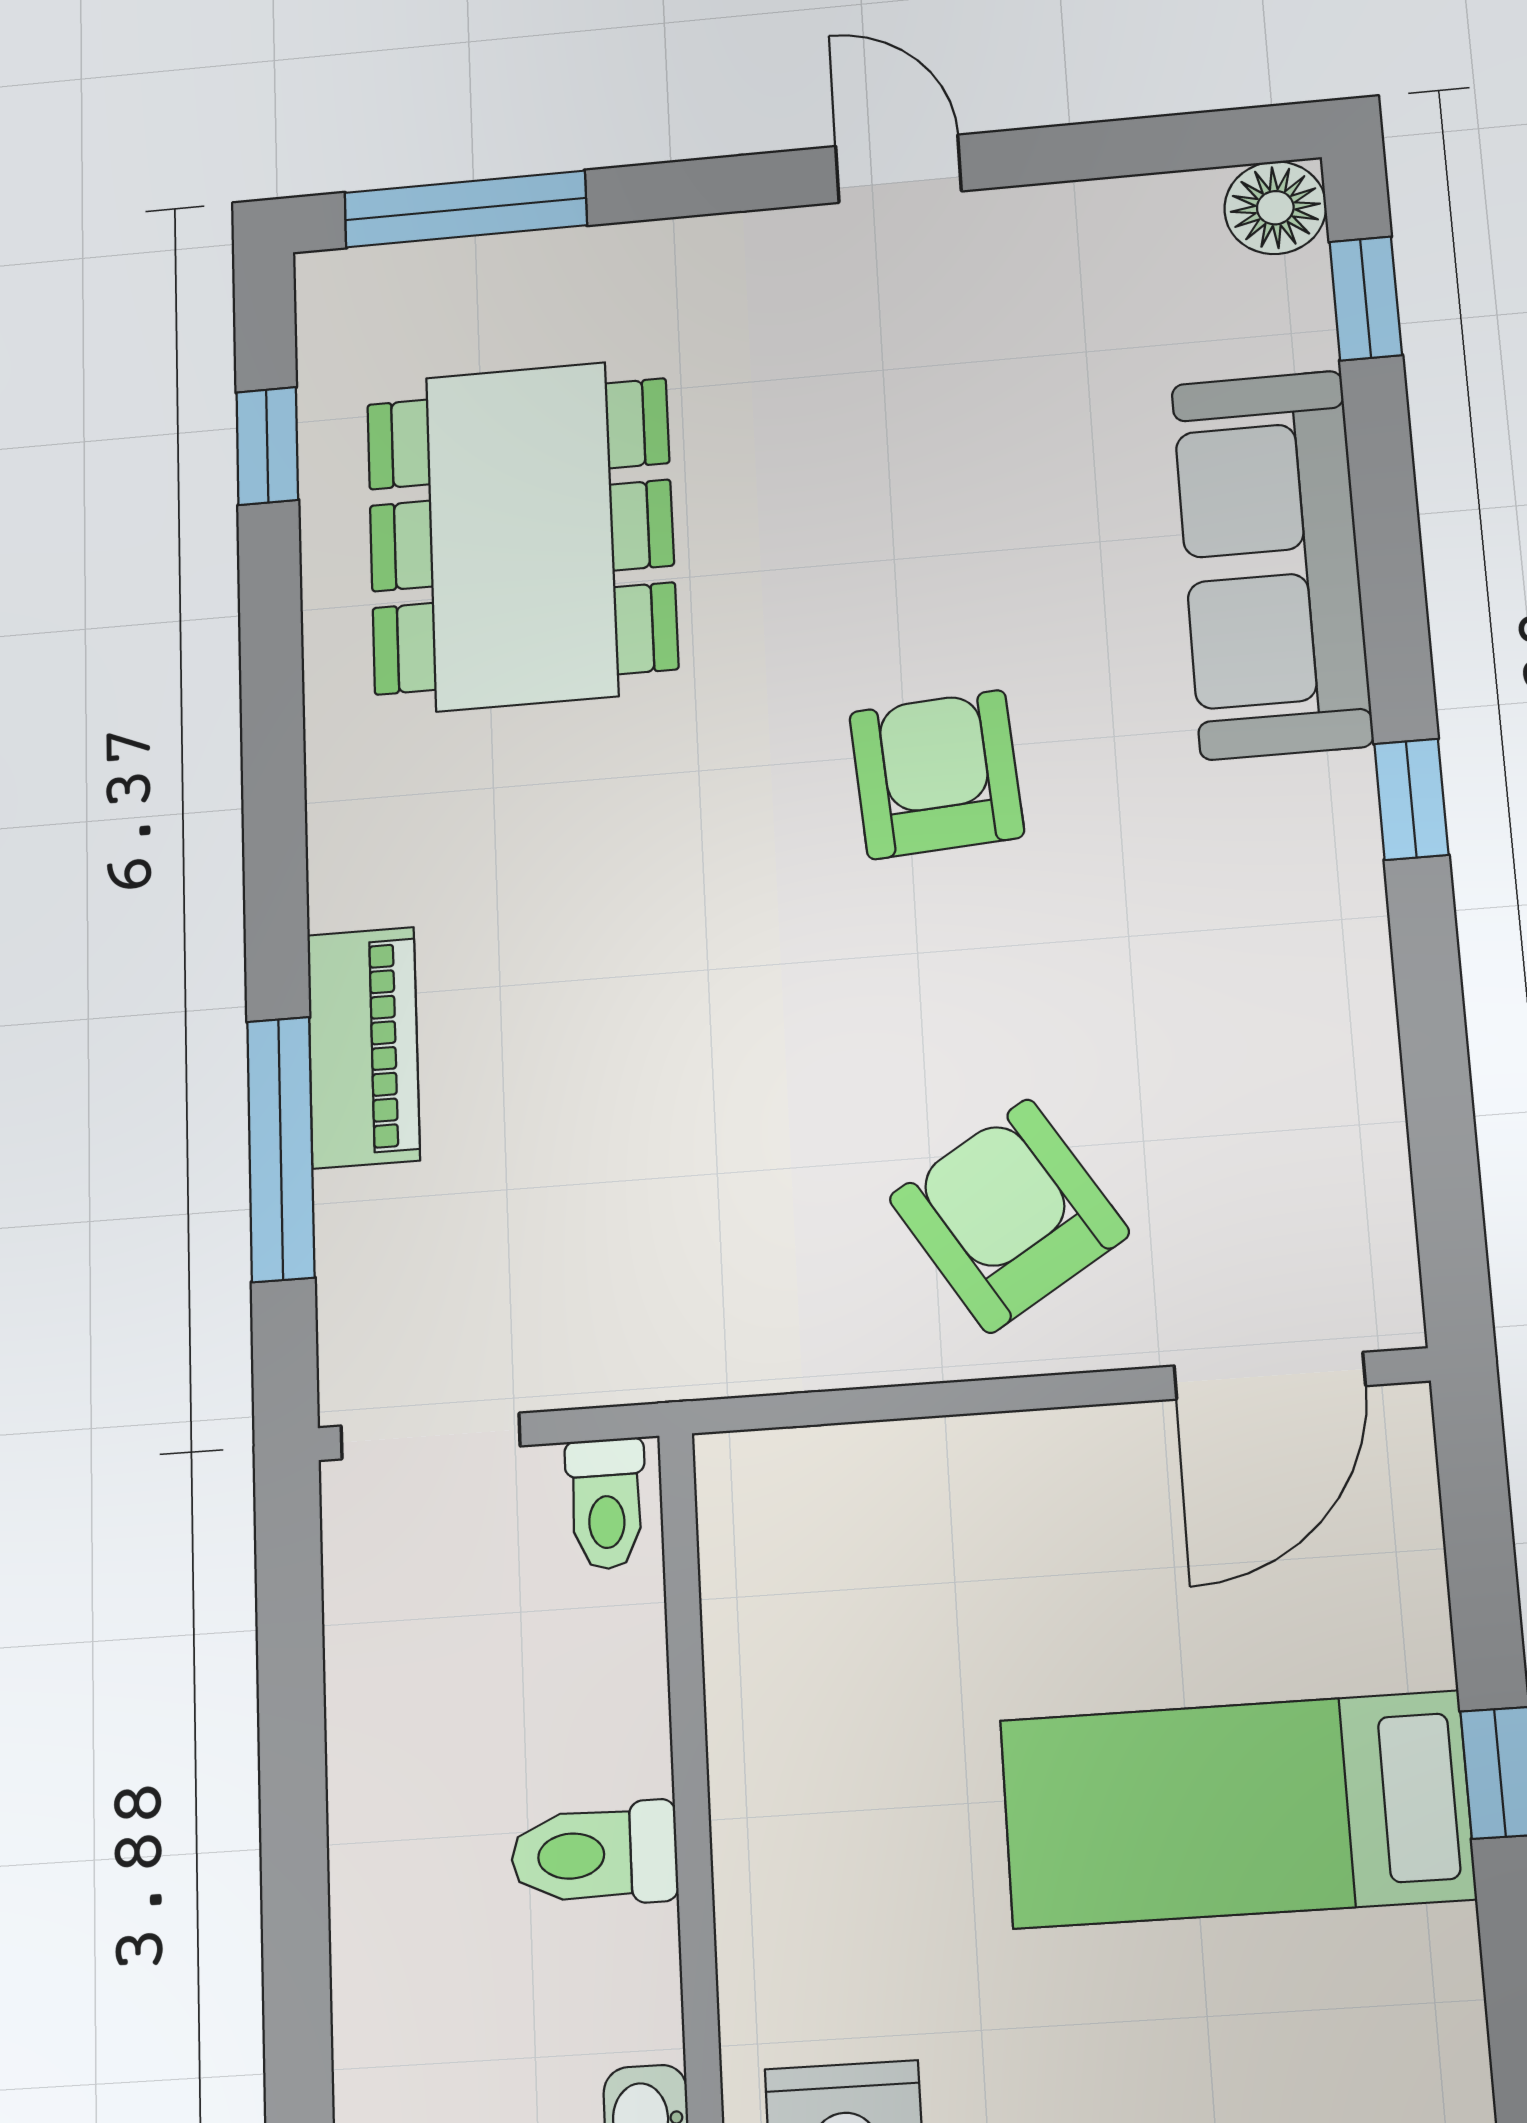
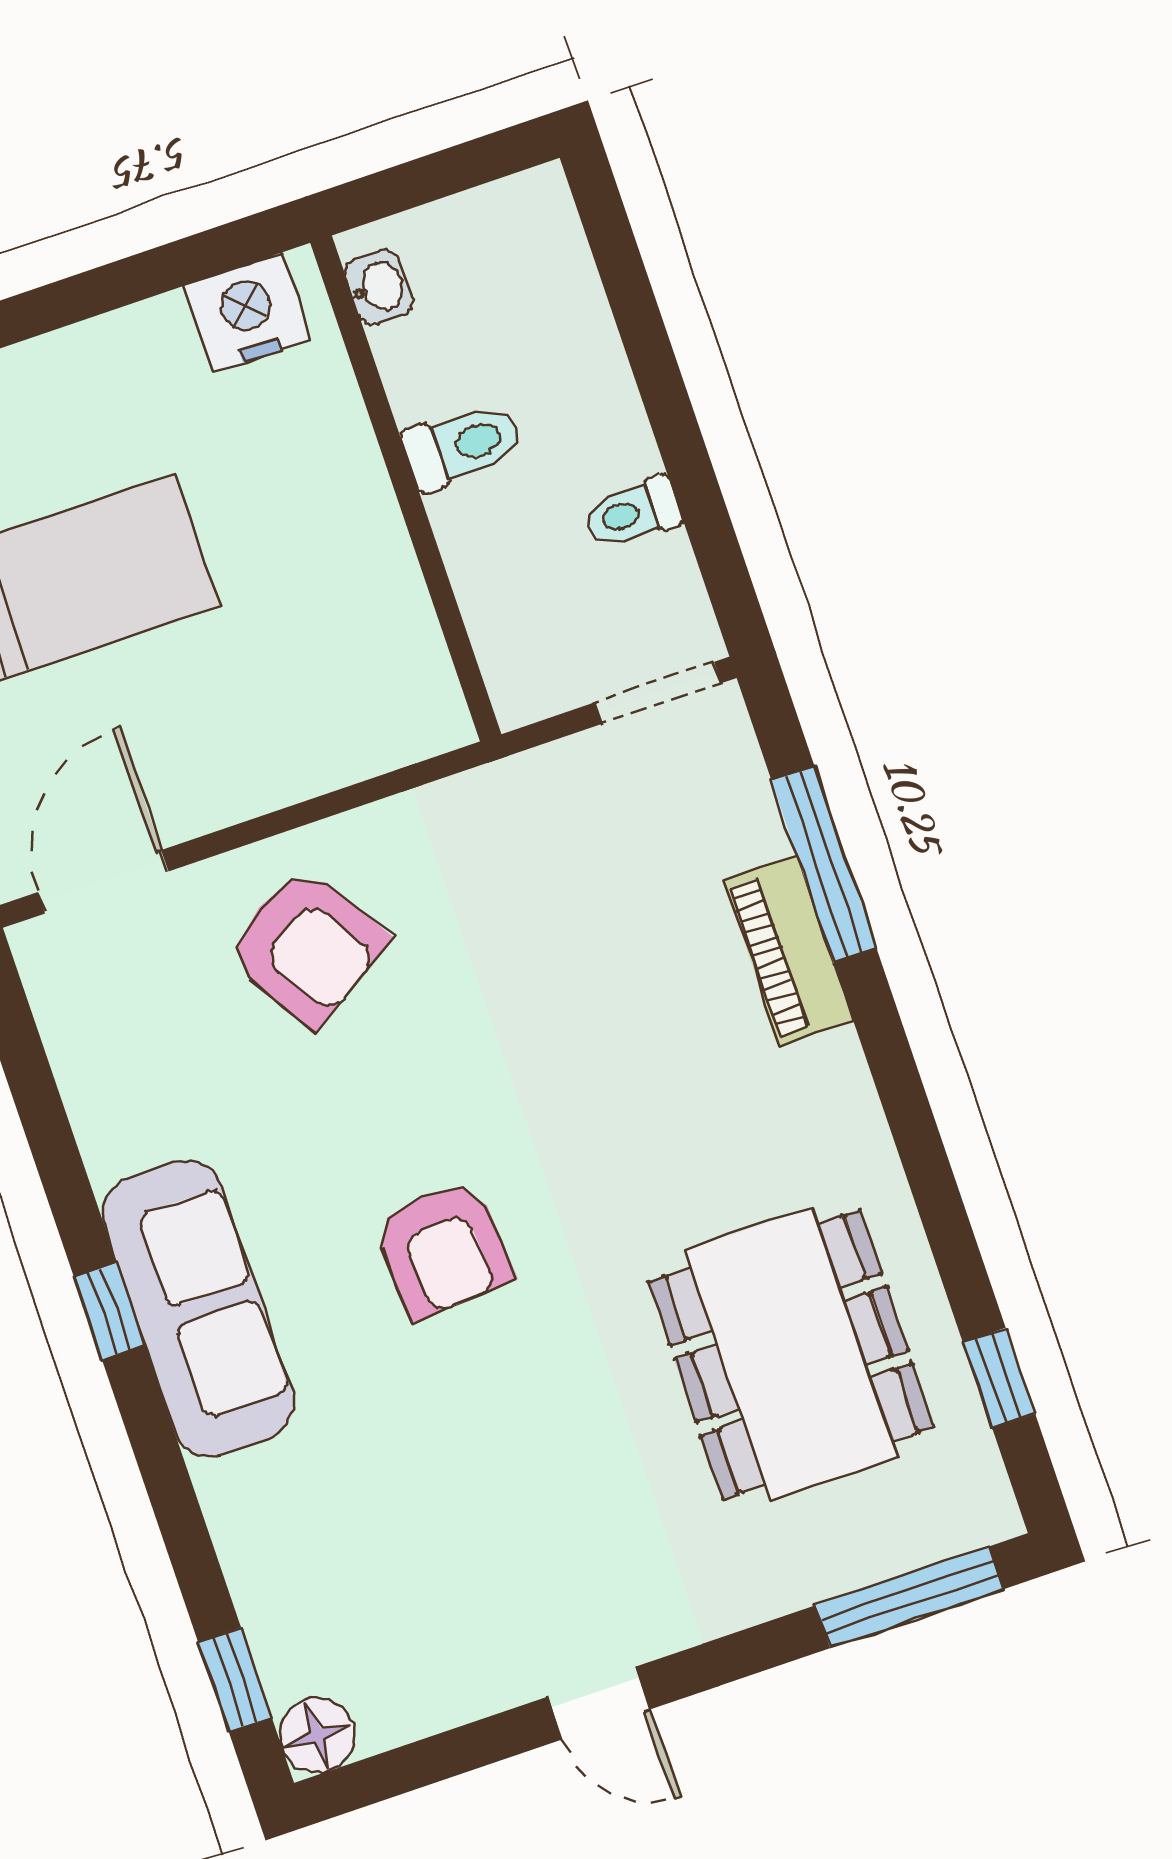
sofa: (1272, 563) -> (198, 1309), moved
toilet: (606, 1504) -> (633, 513), moved, turned -90

